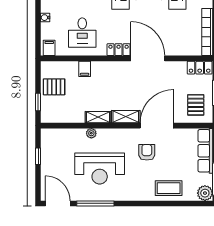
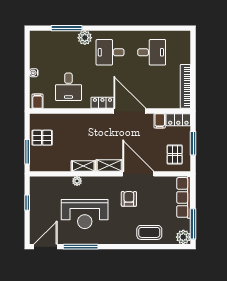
filing cabinet: (85, 69) -> (160, 121), moved
window: (38, 102) -> (27, 152), width x1.50
door: (157, 126) -> (138, 174), hinge flipped
door: (58, 203) -> (46, 247), hinge flipped

